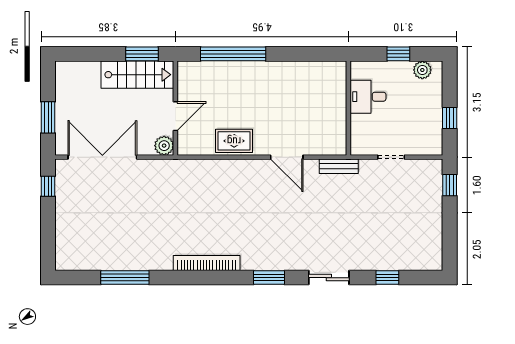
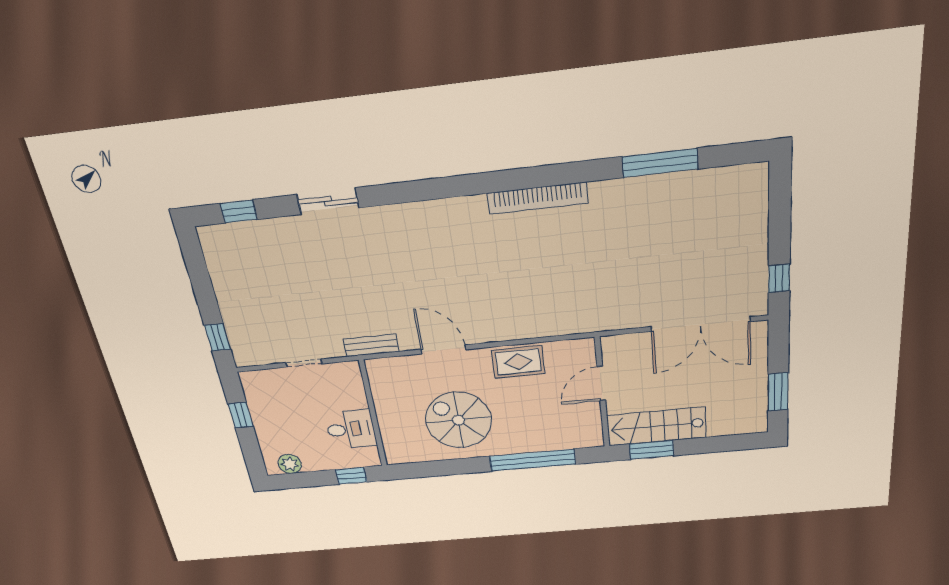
window: (398, 54) -> (351, 476), moved
spiral stairs: (285, 96) -> (459, 420), added
window: (48, 117) -> (778, 392), moved
plant: (164, 146) -> (614, 347), removed
window: (269, 278) -> (442, 188), removed
sliding door: (329, 278) -> (328, 201), moved
window: (387, 278) -> (239, 211), moved

